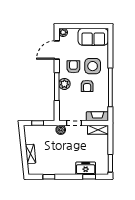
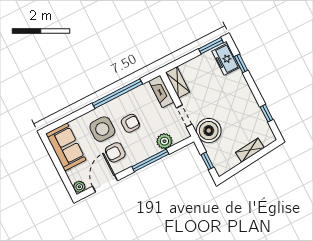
door: (57, 50) -> (105, 184), swing flipped
plant: (64, 84) -> (164, 141), moved
boiler: (61, 130) -> (209, 131), width x1.86, depth x1.86
freezer: (86, 168) -> (226, 59), moved

